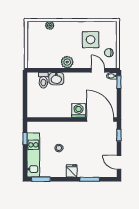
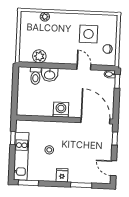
plant: (67, 62) -> (39, 56), moved
door: (98, 70) -> (84, 67), moved
washing machine: (79, 110) -> (61, 110), moved

